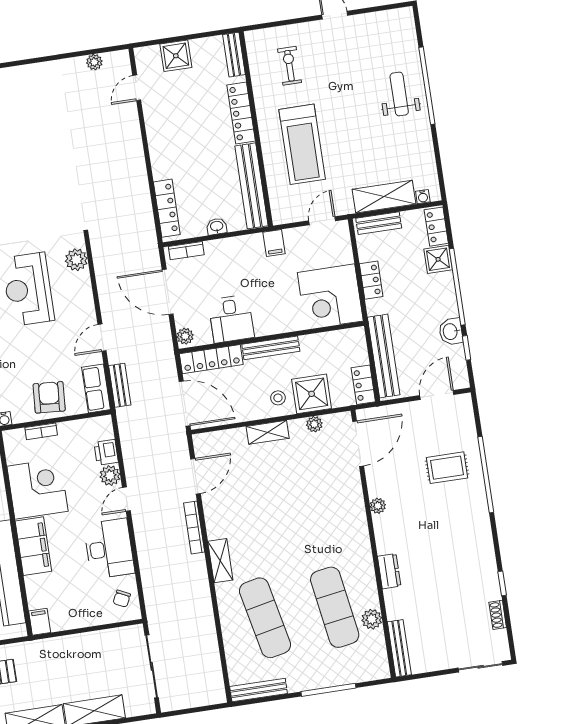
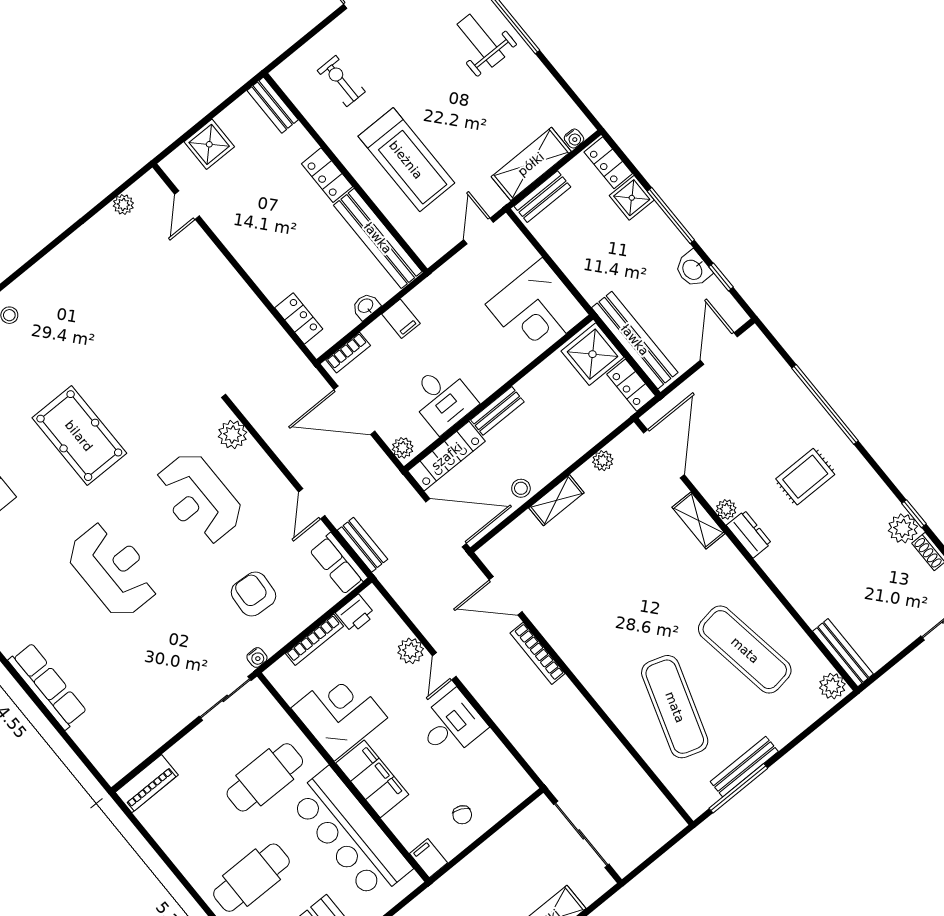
locker: (241, 113) -> (327, 175), width x0.66
locker: (167, 208) -> (299, 318), width x0.66
filing cabinet: (274, 243) -> (401, 319), moved
locker: (371, 280) -> (571, 264), removed
window: (457, 287) -> (671, 216), width x0.68
bench: (271, 348) -> (497, 411), width x0.73
shower: (312, 394) -> (592, 354), moved
armchair: (49, 397) -> (253, 594), moved
stool: (278, 398) -> (521, 488), moved
bookcase: (41, 431) -> (314, 640), width x1.56
printer: (106, 452) -> (355, 614), moved, turned -90
rug: (447, 468) -> (805, 477), moved
door: (196, 476) -> (506, 596), swing flipped
desk: (109, 549) -> (451, 725), width x0.73
shelving: (220, 561) -> (698, 520), moved
dresser: (389, 571) -> (749, 534), moved
plant: (489, 589) -> (903, 528), added
chair: (122, 599) -> (462, 815), moved
exercise mat: (265, 618) -> (675, 707), turned 30
plant: (372, 619) -> (832, 686), moved
bench: (259, 690) -> (744, 767), moved
window: (328, 690) -> (738, 788), moved

